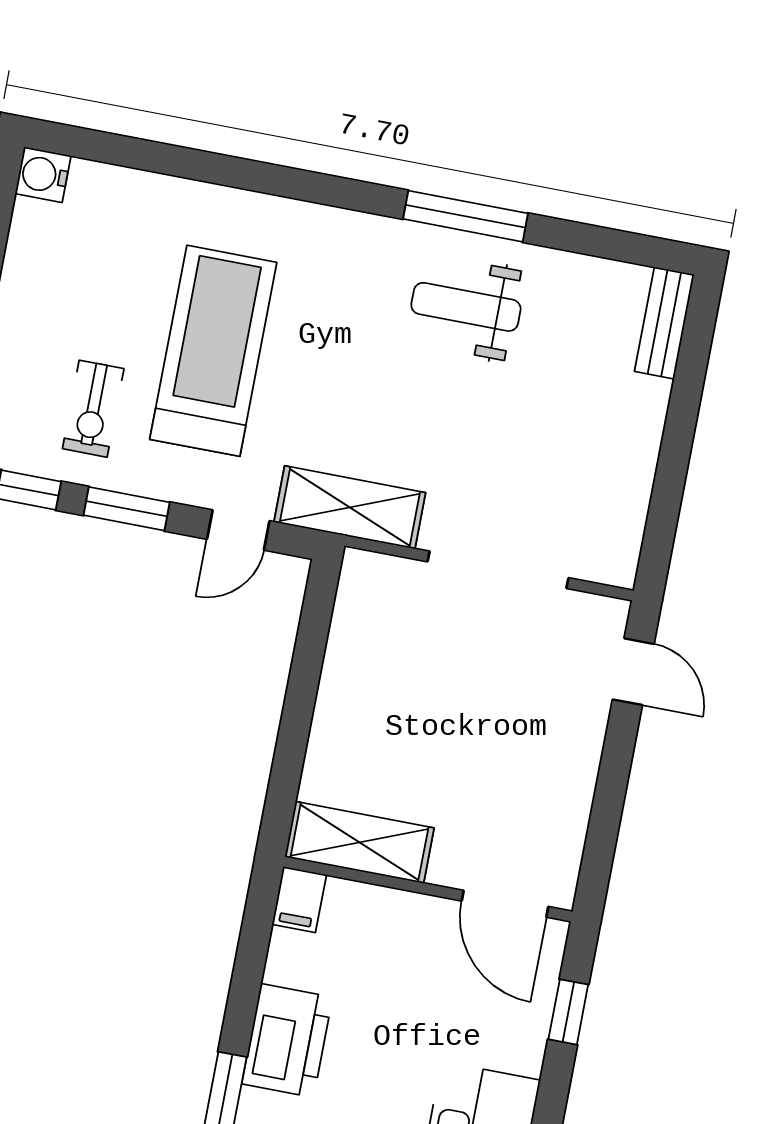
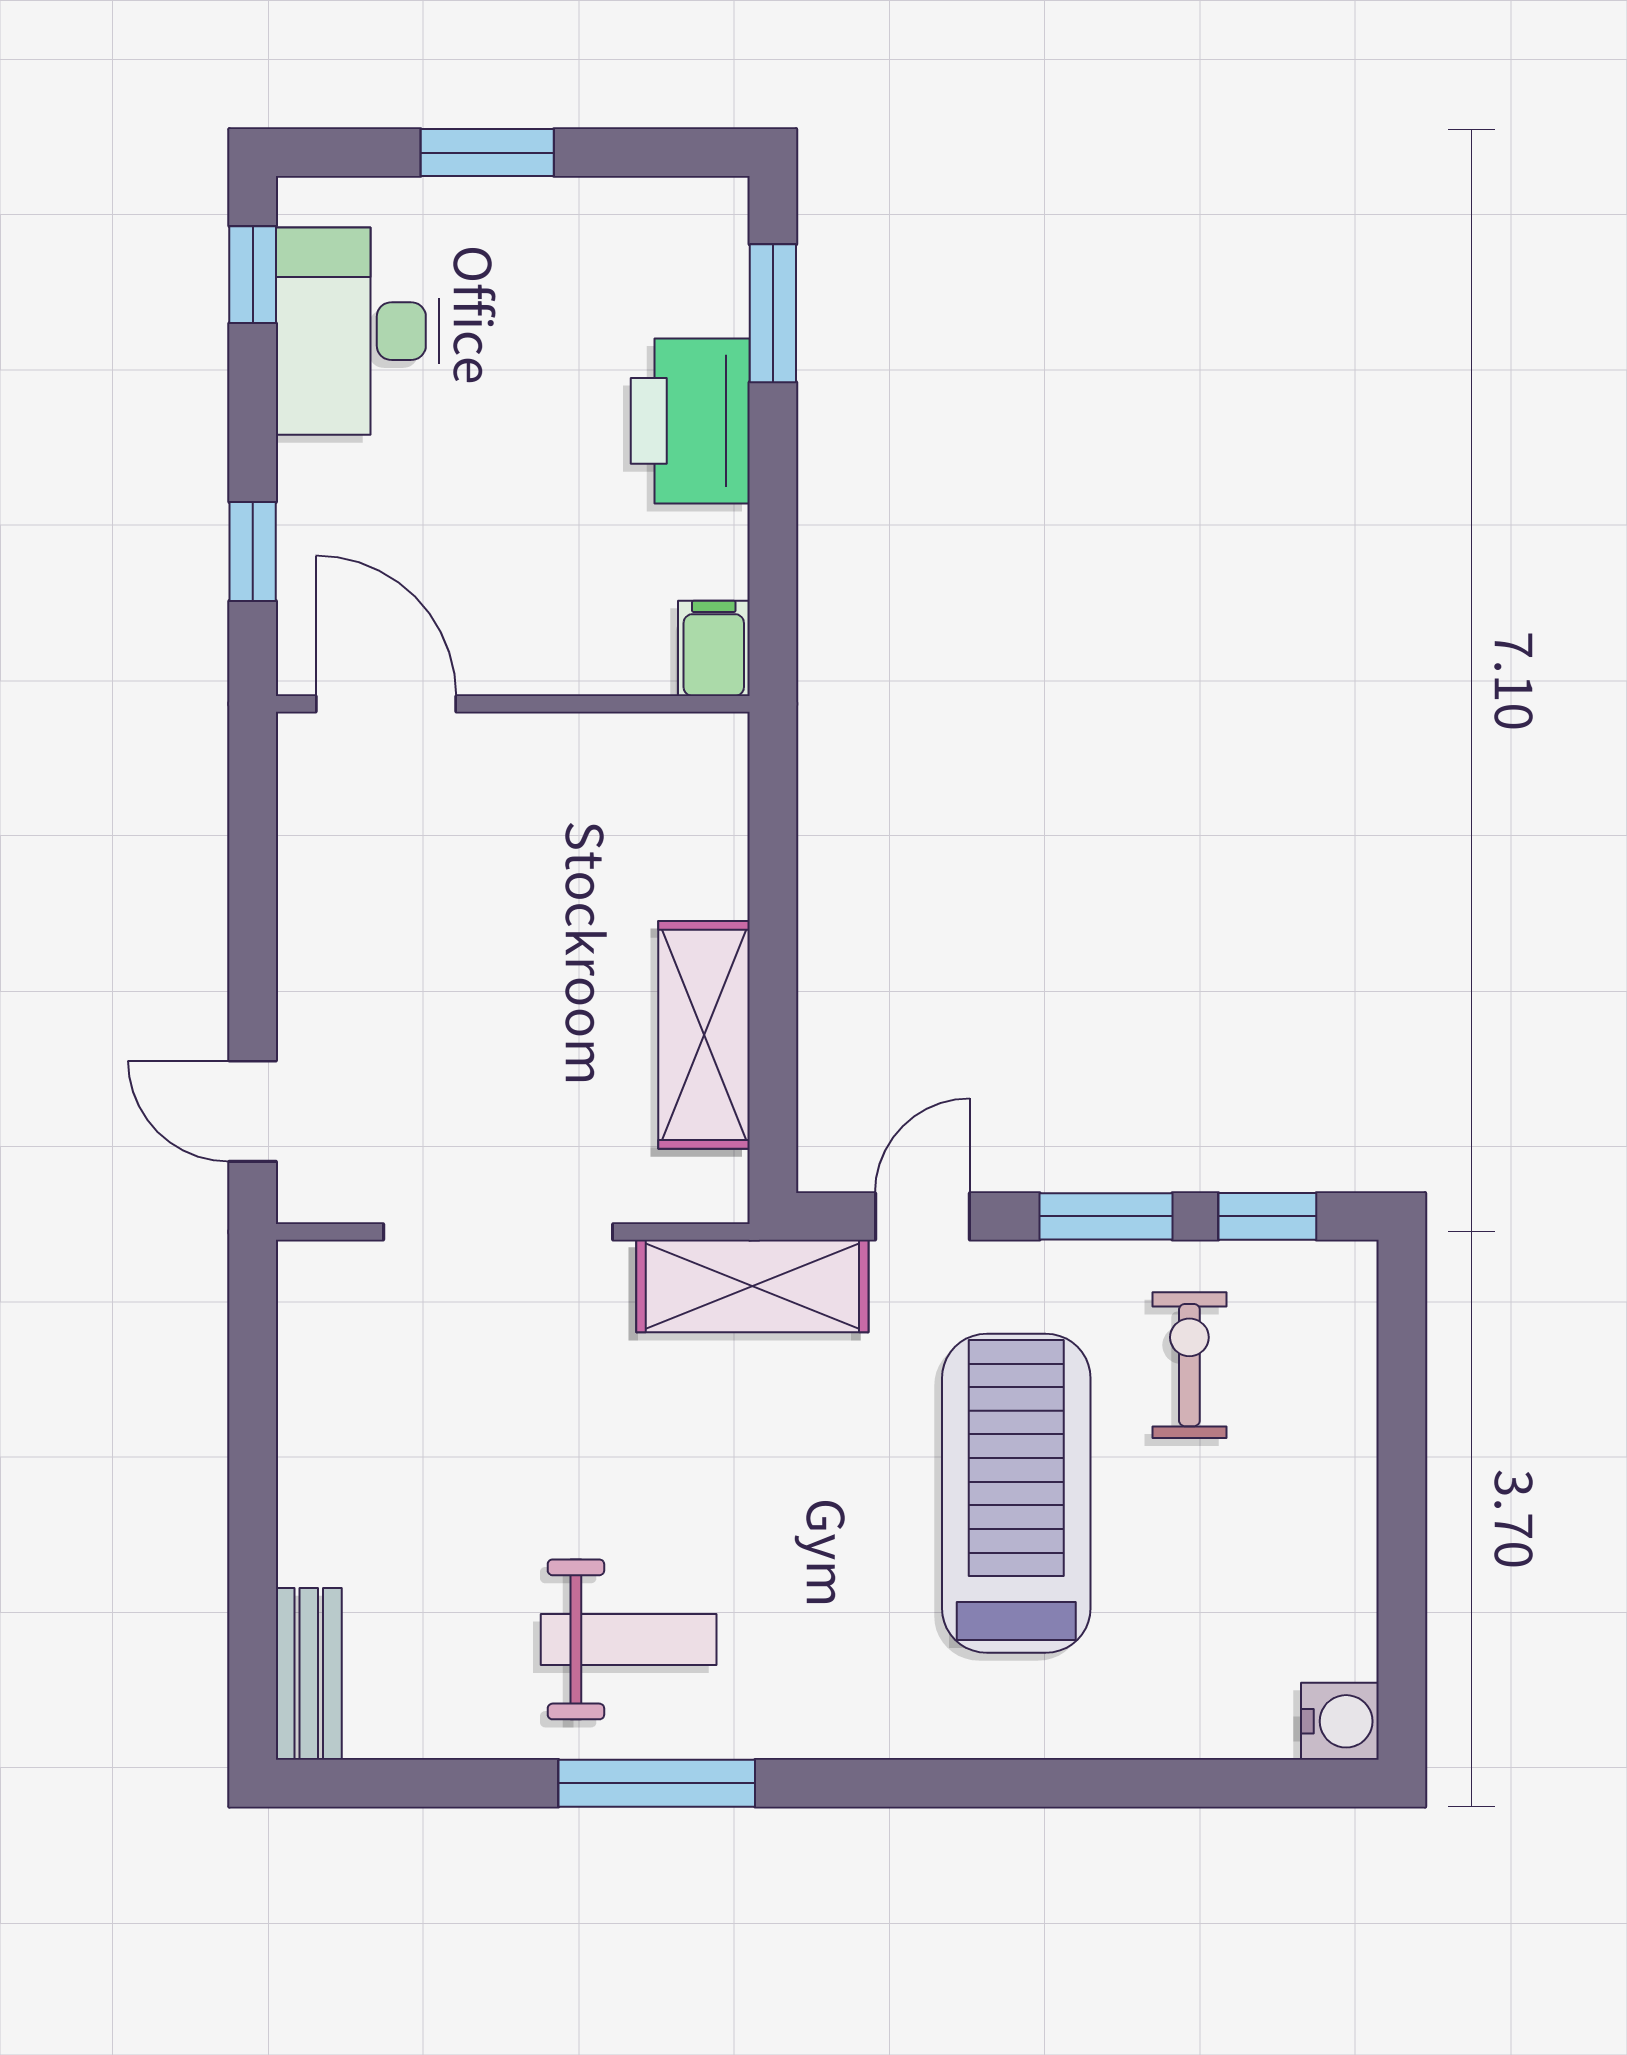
treadmill: (213, 351) -> (1016, 1493), turned 180
shelving: (359, 842) -> (704, 1035), moved, turned 90

